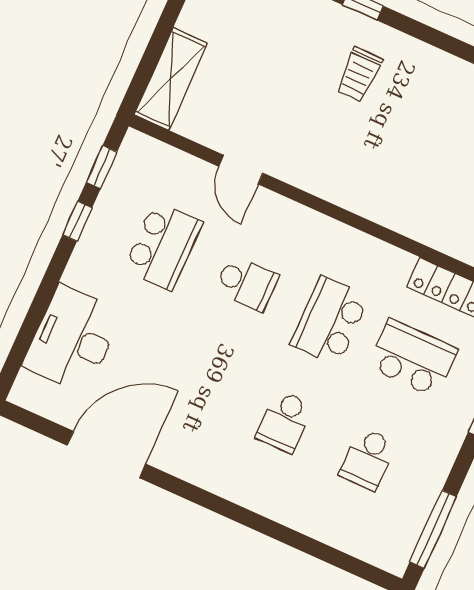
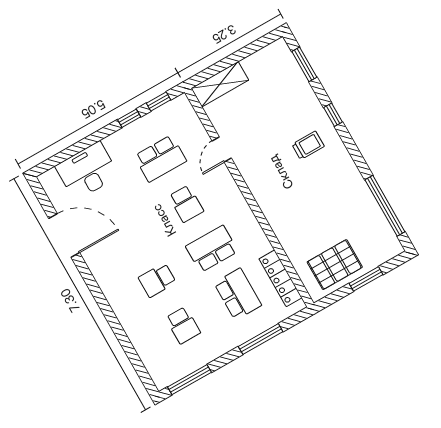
trolley: (359, 75) -> (308, 145), turned 180
school desk: (368, 459) -> (183, 325), turned -90

